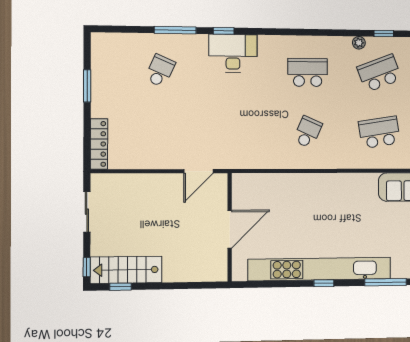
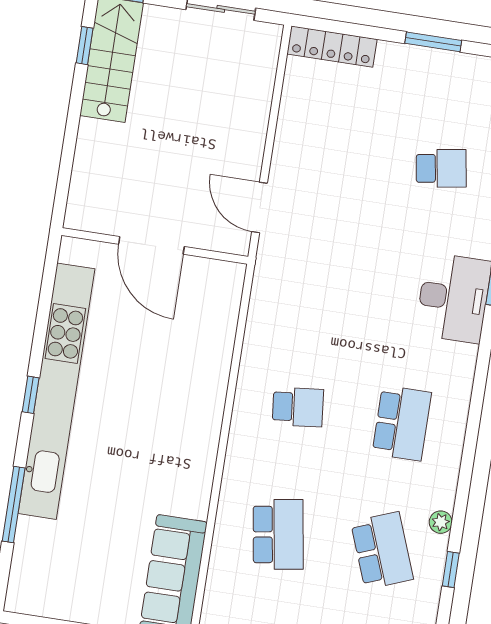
school desk: (160, 71) -> (441, 168), turned -33
school desk: (308, 132) -> (298, 407), turned -30

